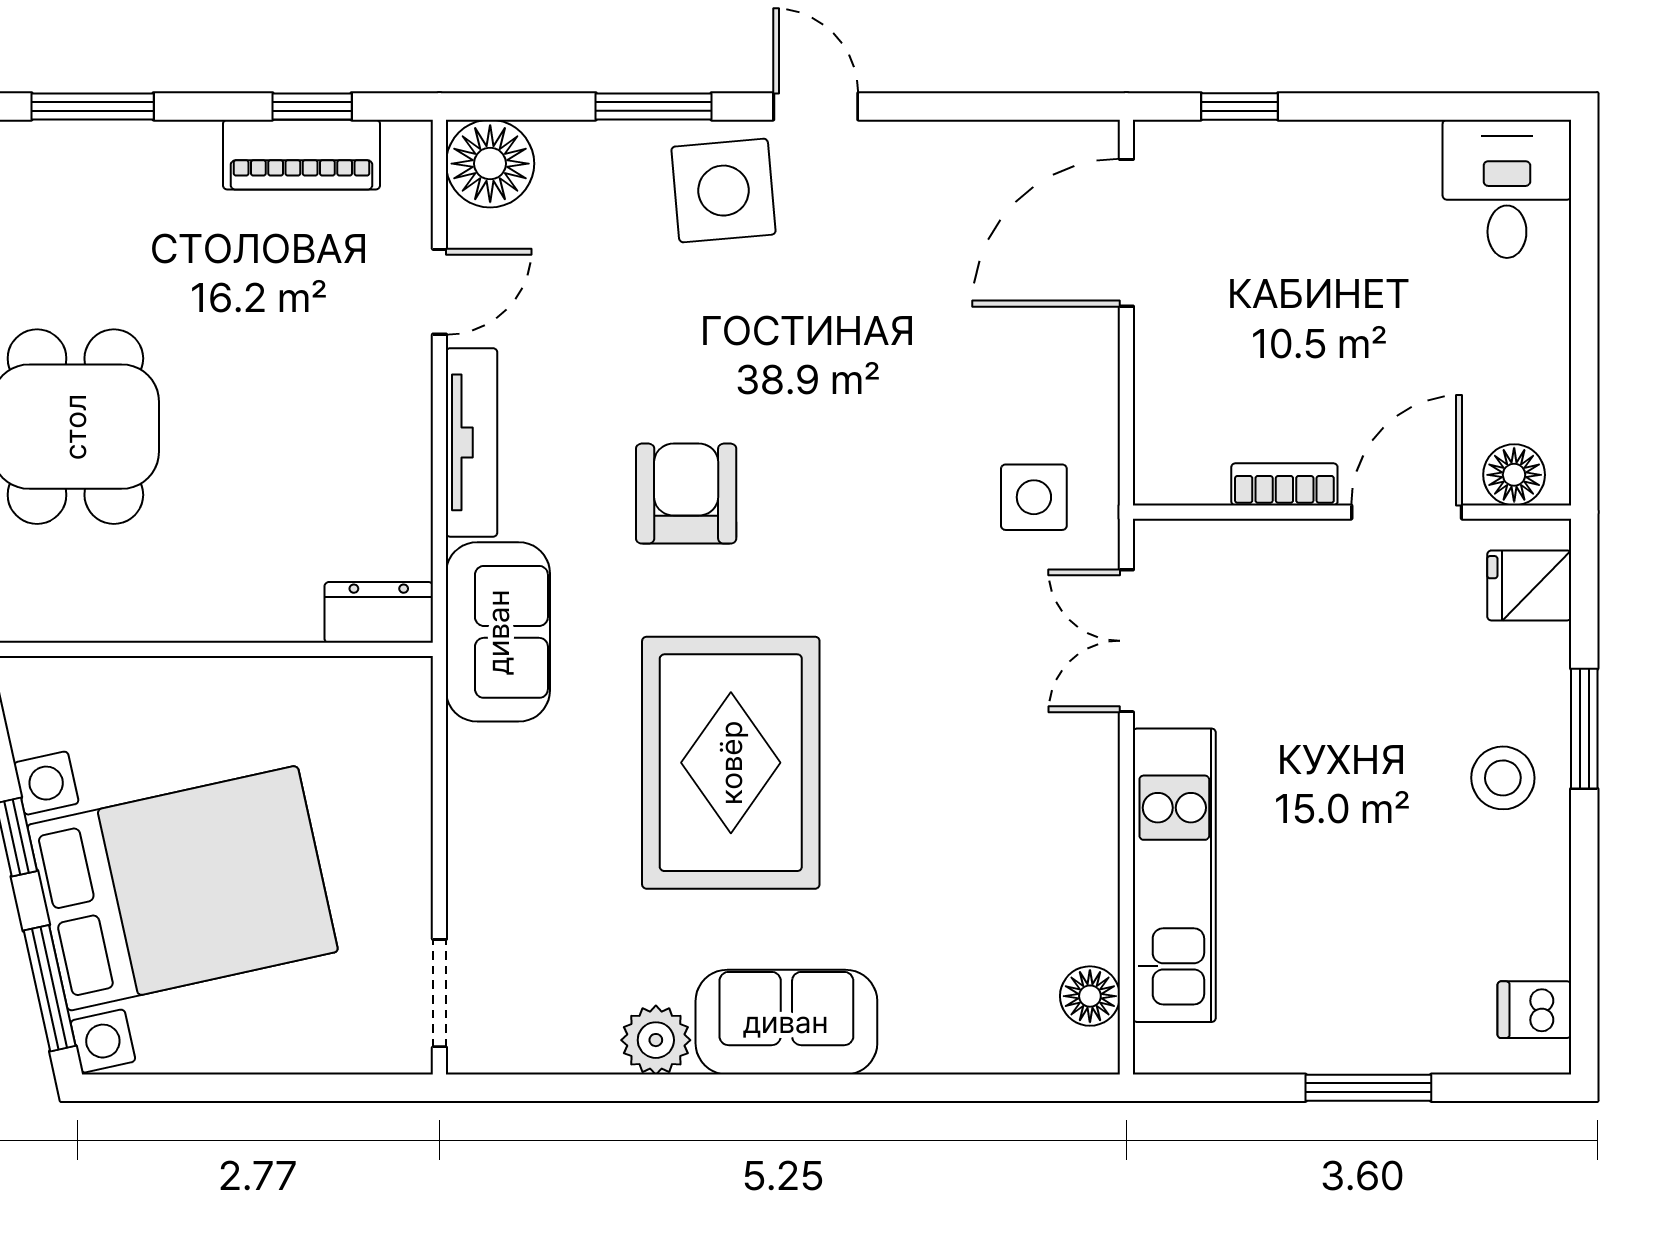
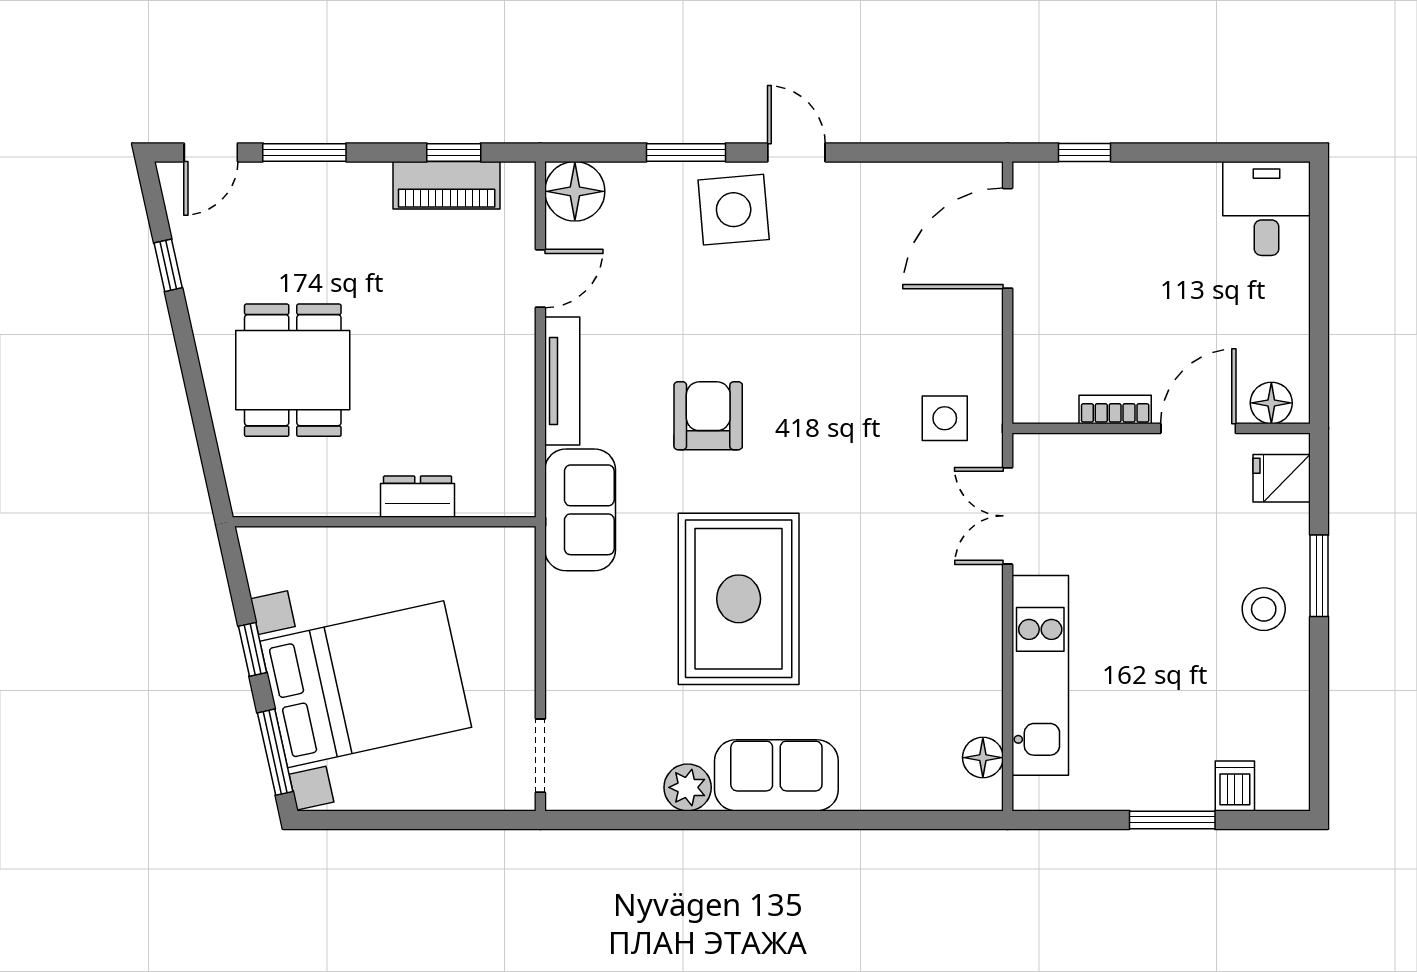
dresser: (379, 612) -> (418, 497), moved
dishwasher: (1534, 1010) -> (1235, 786), moved, turned 90

